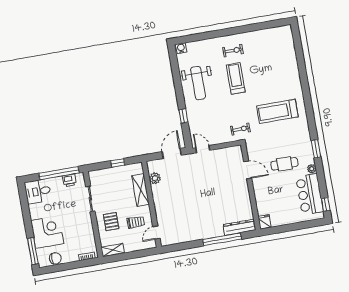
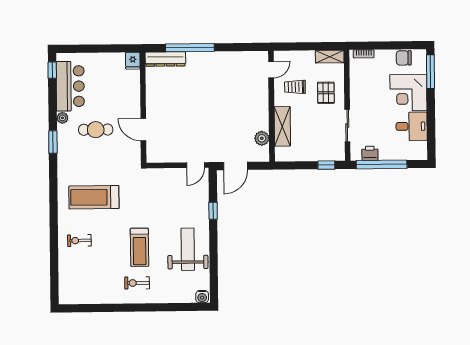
treadmill: (277, 111) -> (94, 197), turned 180
exercise bike: (240, 129) -> (79, 240), moved
door: (203, 149) -> (196, 165), hinge flipped
window: (118, 163) -> (326, 165), moved
desk: (38, 191) -> (412, 126), moved

